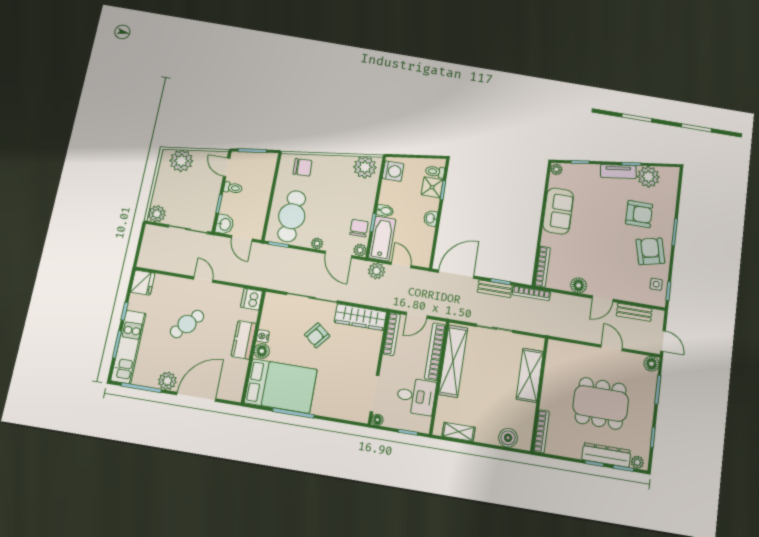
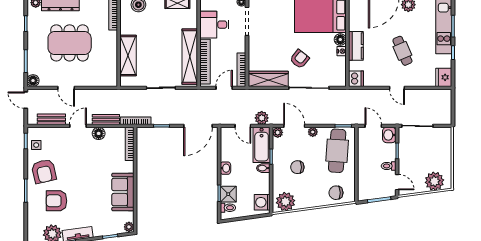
plant: (157, 214) -> (445, 134), removed
chair: (359, 228) -> (297, 167), moved, turned 90
bench: (495, 289) -> (106, 119), moved
cafe table: (187, 324) -> (402, 51), turned -66

